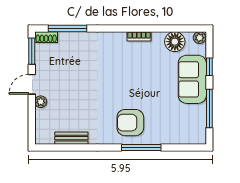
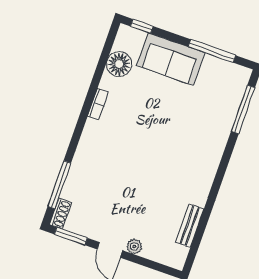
plant: (199, 38) -> (125, 33), removed
window: (209, 67) -> (142, 26), moved
armchair: (130, 123) -> (196, 150), removed
window: (141, 147) -> (243, 109), moved

